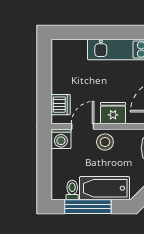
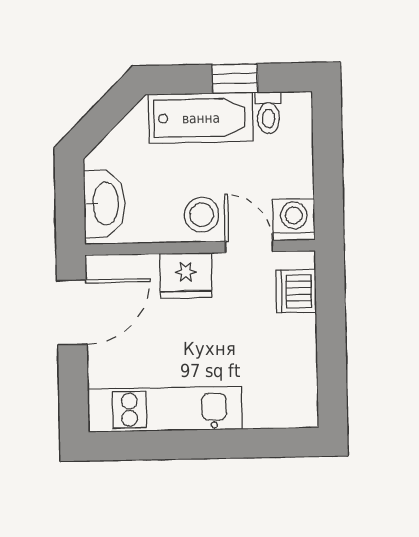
door: (83, 126) -> (249, 247), swing flipped
window: (88, 207) -> (235, 78), width x0.46

